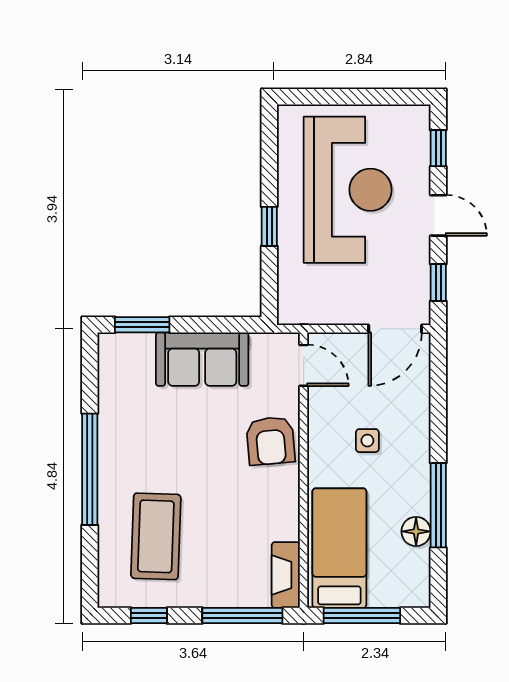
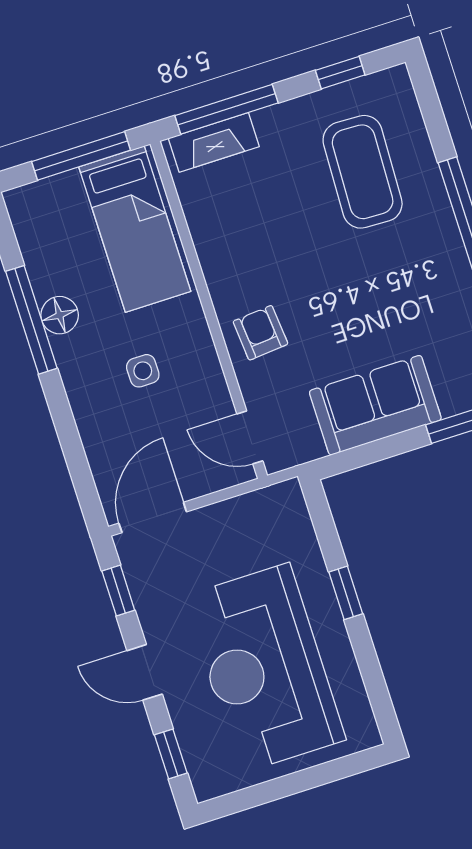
armchair: (271, 441) -> (260, 333), width x0.72, depth x0.72
floor lamp: (416, 531) -> (60, 315), moved
fireplace: (286, 575) -> (214, 142), moved, turned 90

